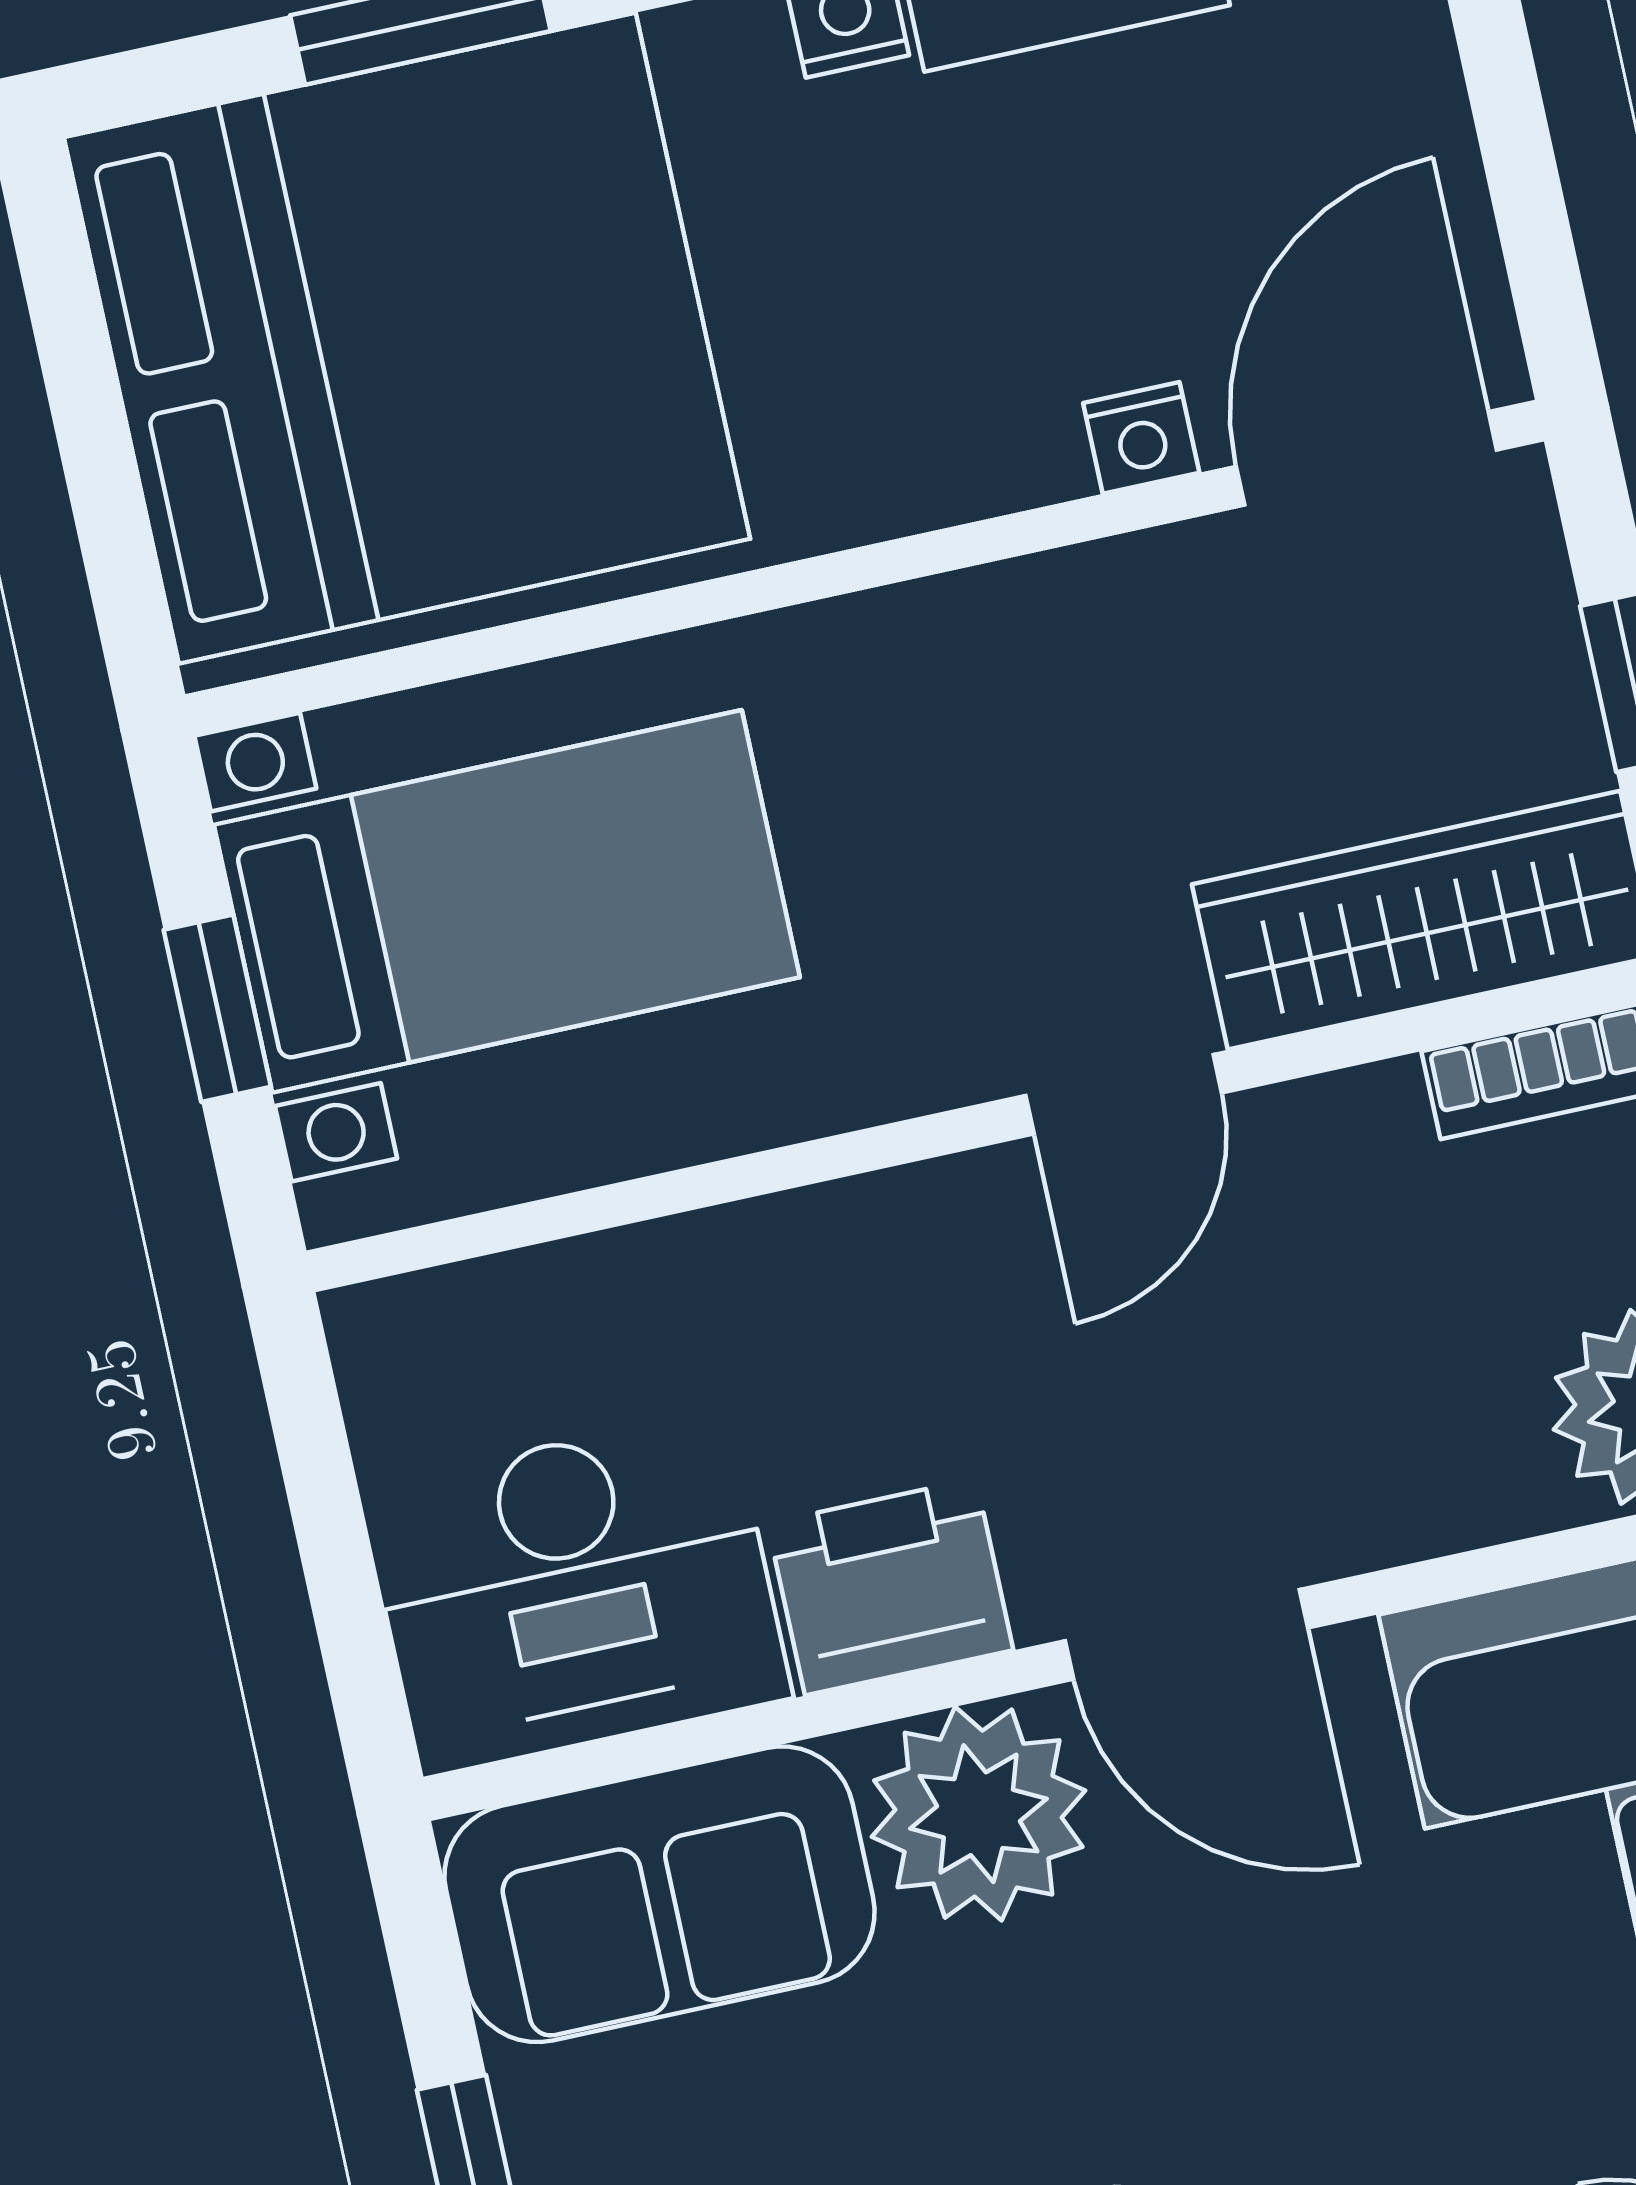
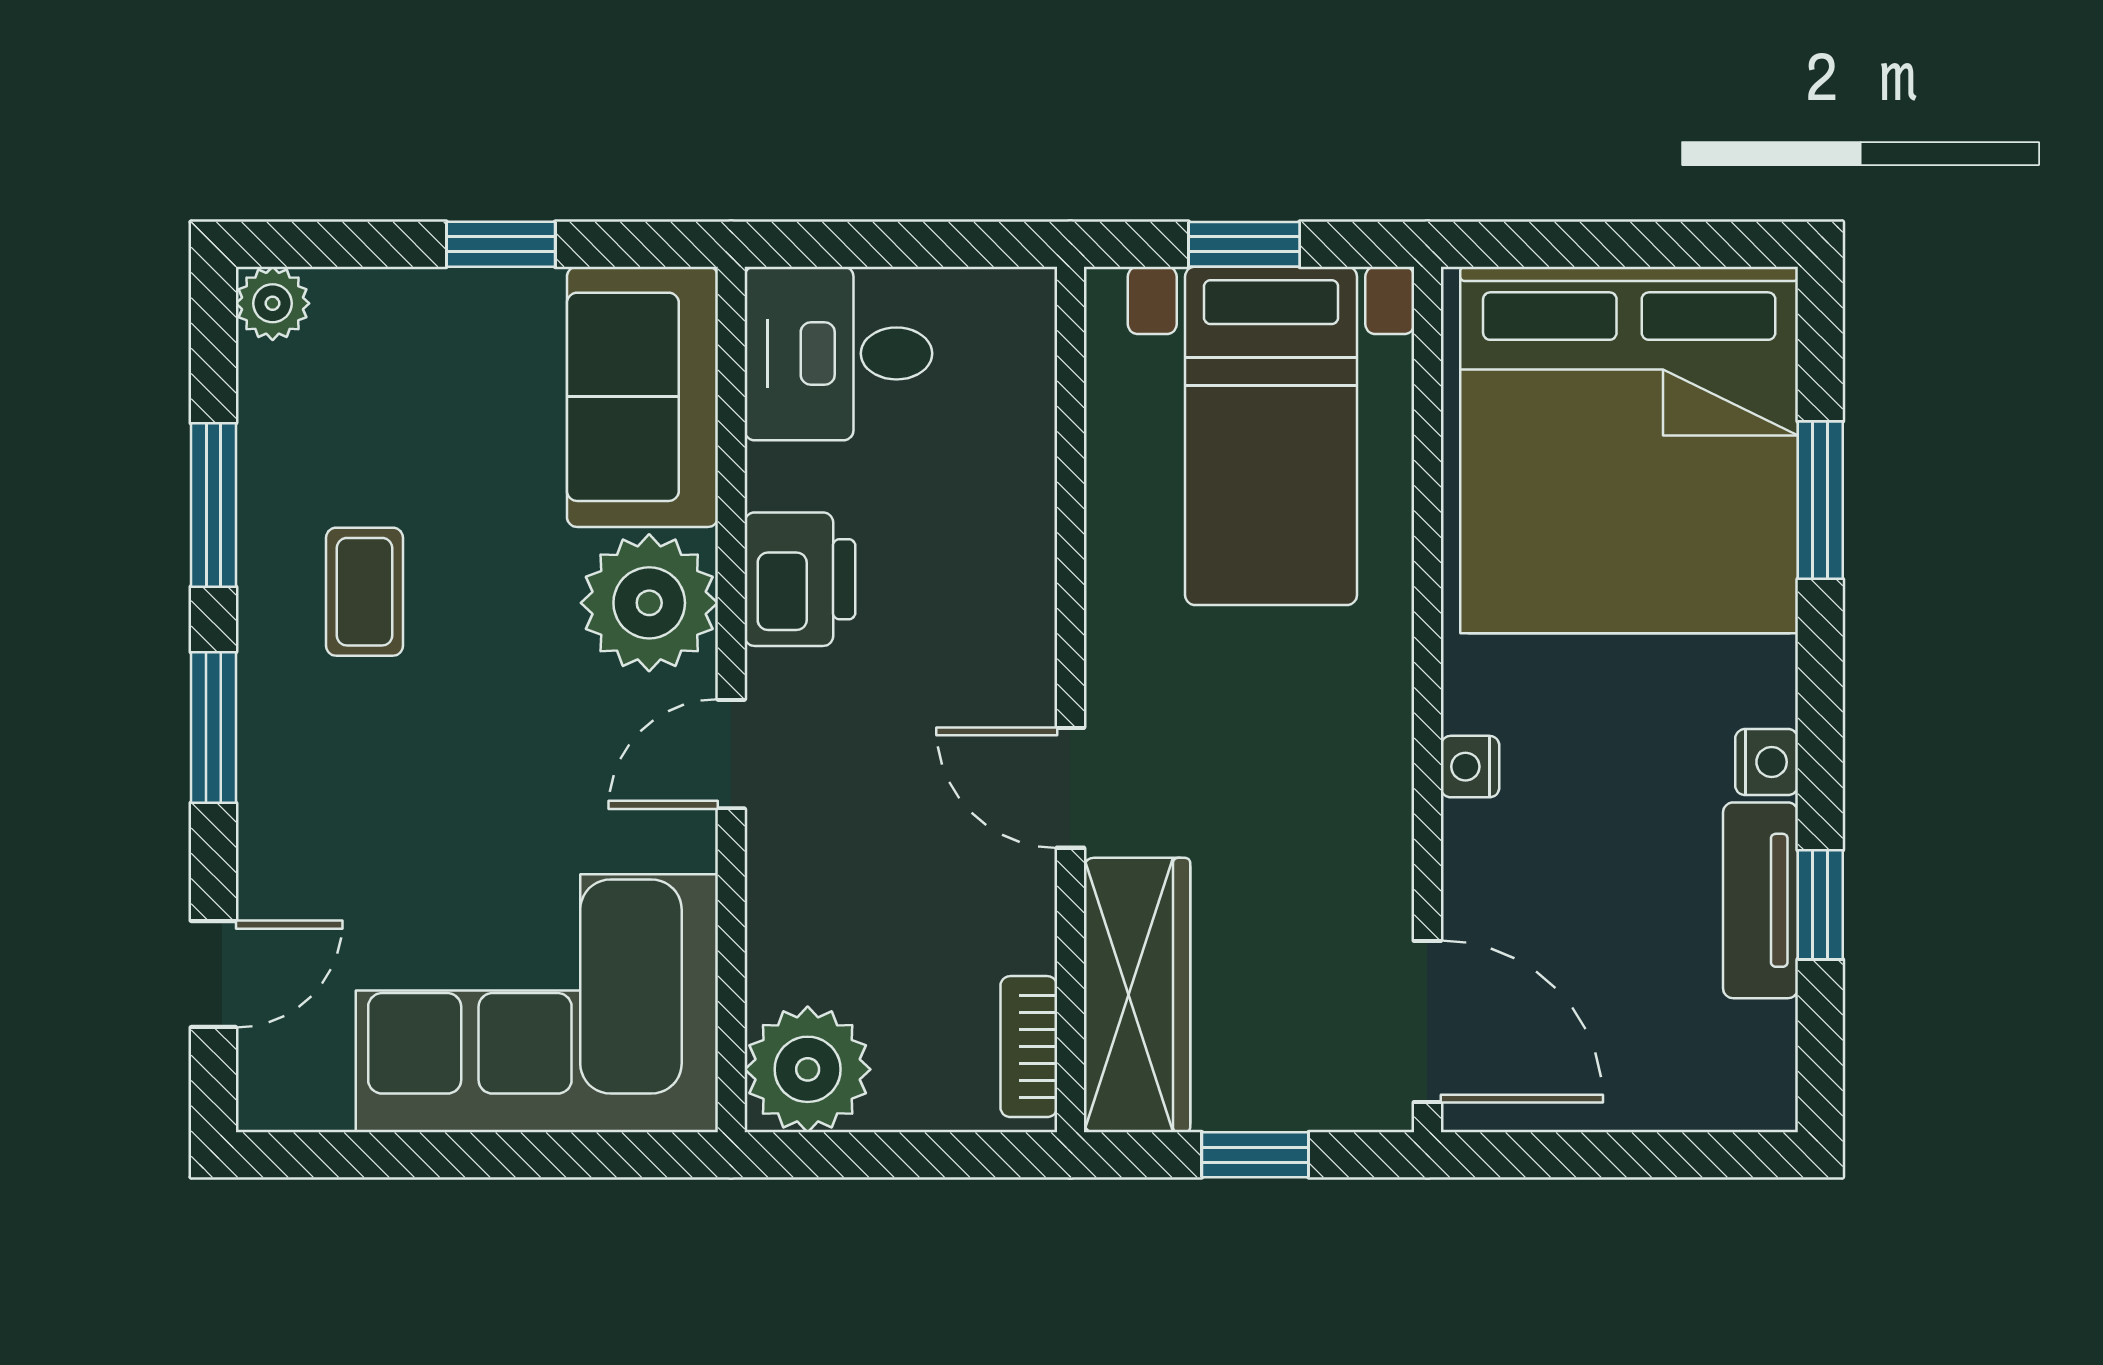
nightstand: (1141, 438) -> (1470, 767), moved
desk: (576, 1593) -> (838, 353), width x0.73
door: (1186, 1634) -> (731, 754), width x0.73

